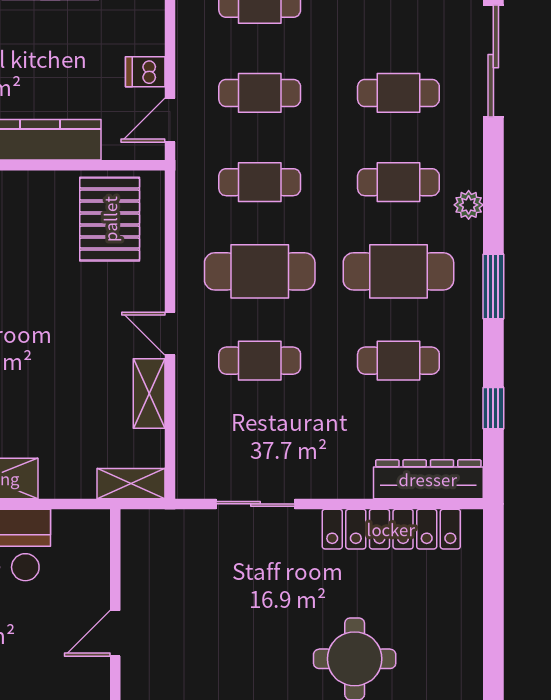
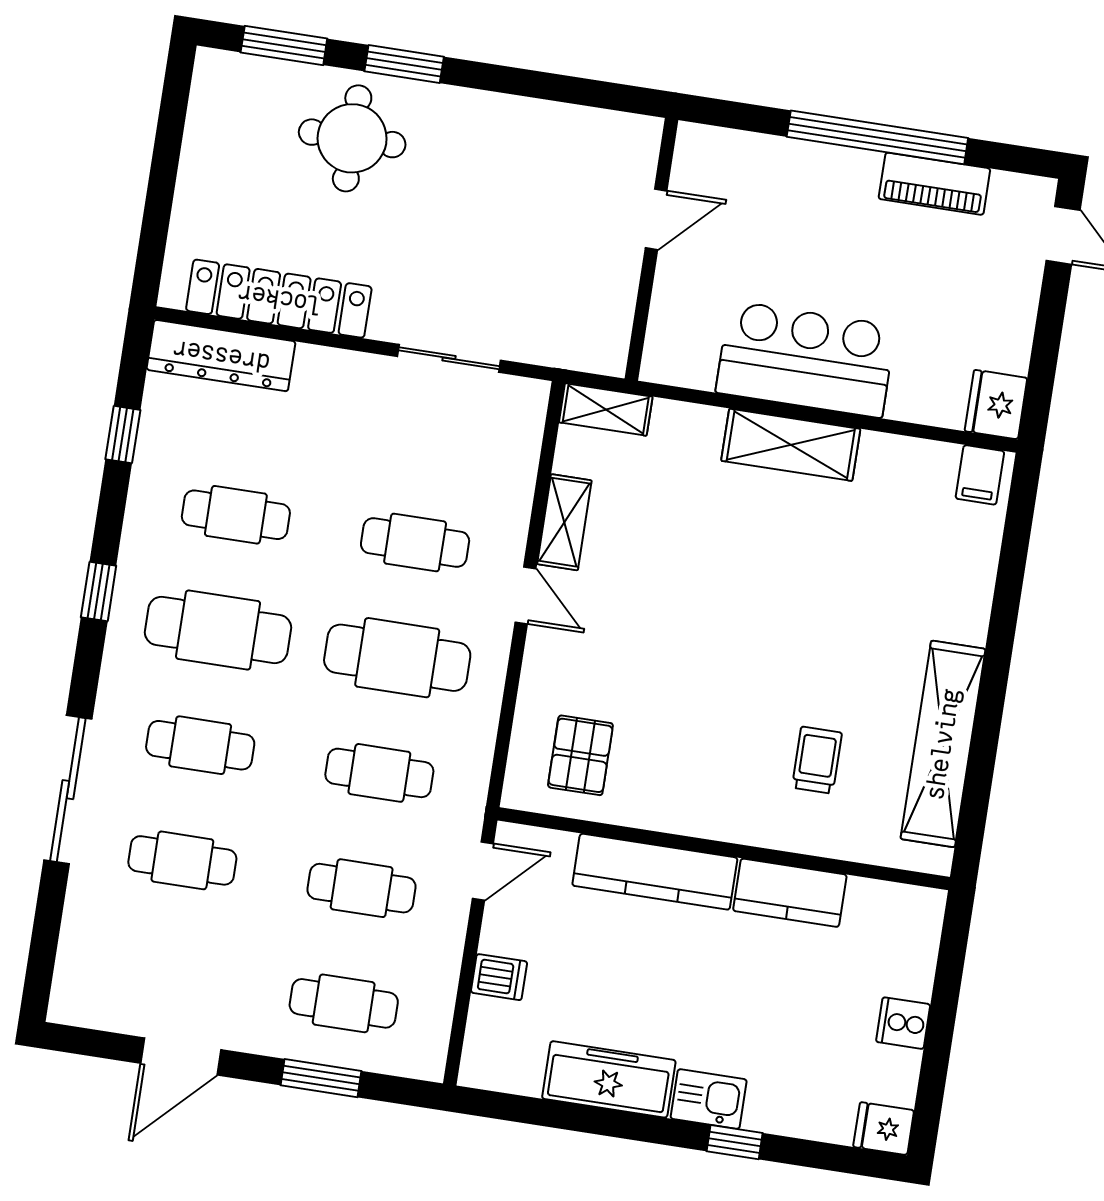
sliding door: (493, 61) -> (68, 790), moved
dishwasher: (145, 72) -> (499, 977), moved
plant: (469, 205) -> (114, 702), removed
pallet: (110, 219) -> (580, 755), width x0.67, depth x0.71
window: (493, 286) -> (99, 592), width x0.67

